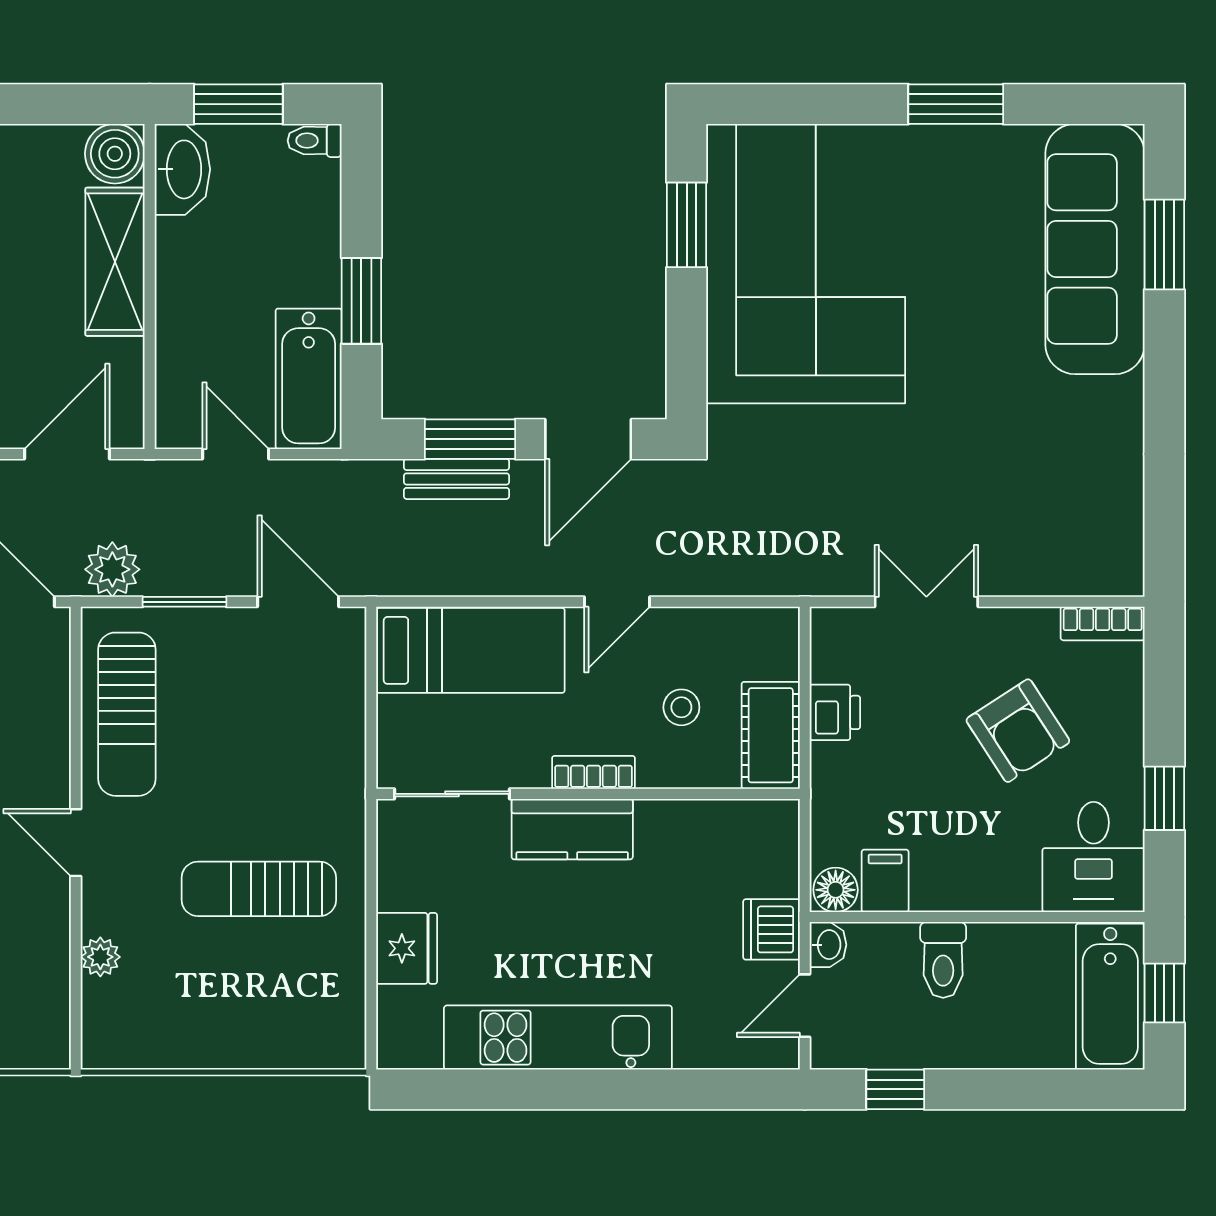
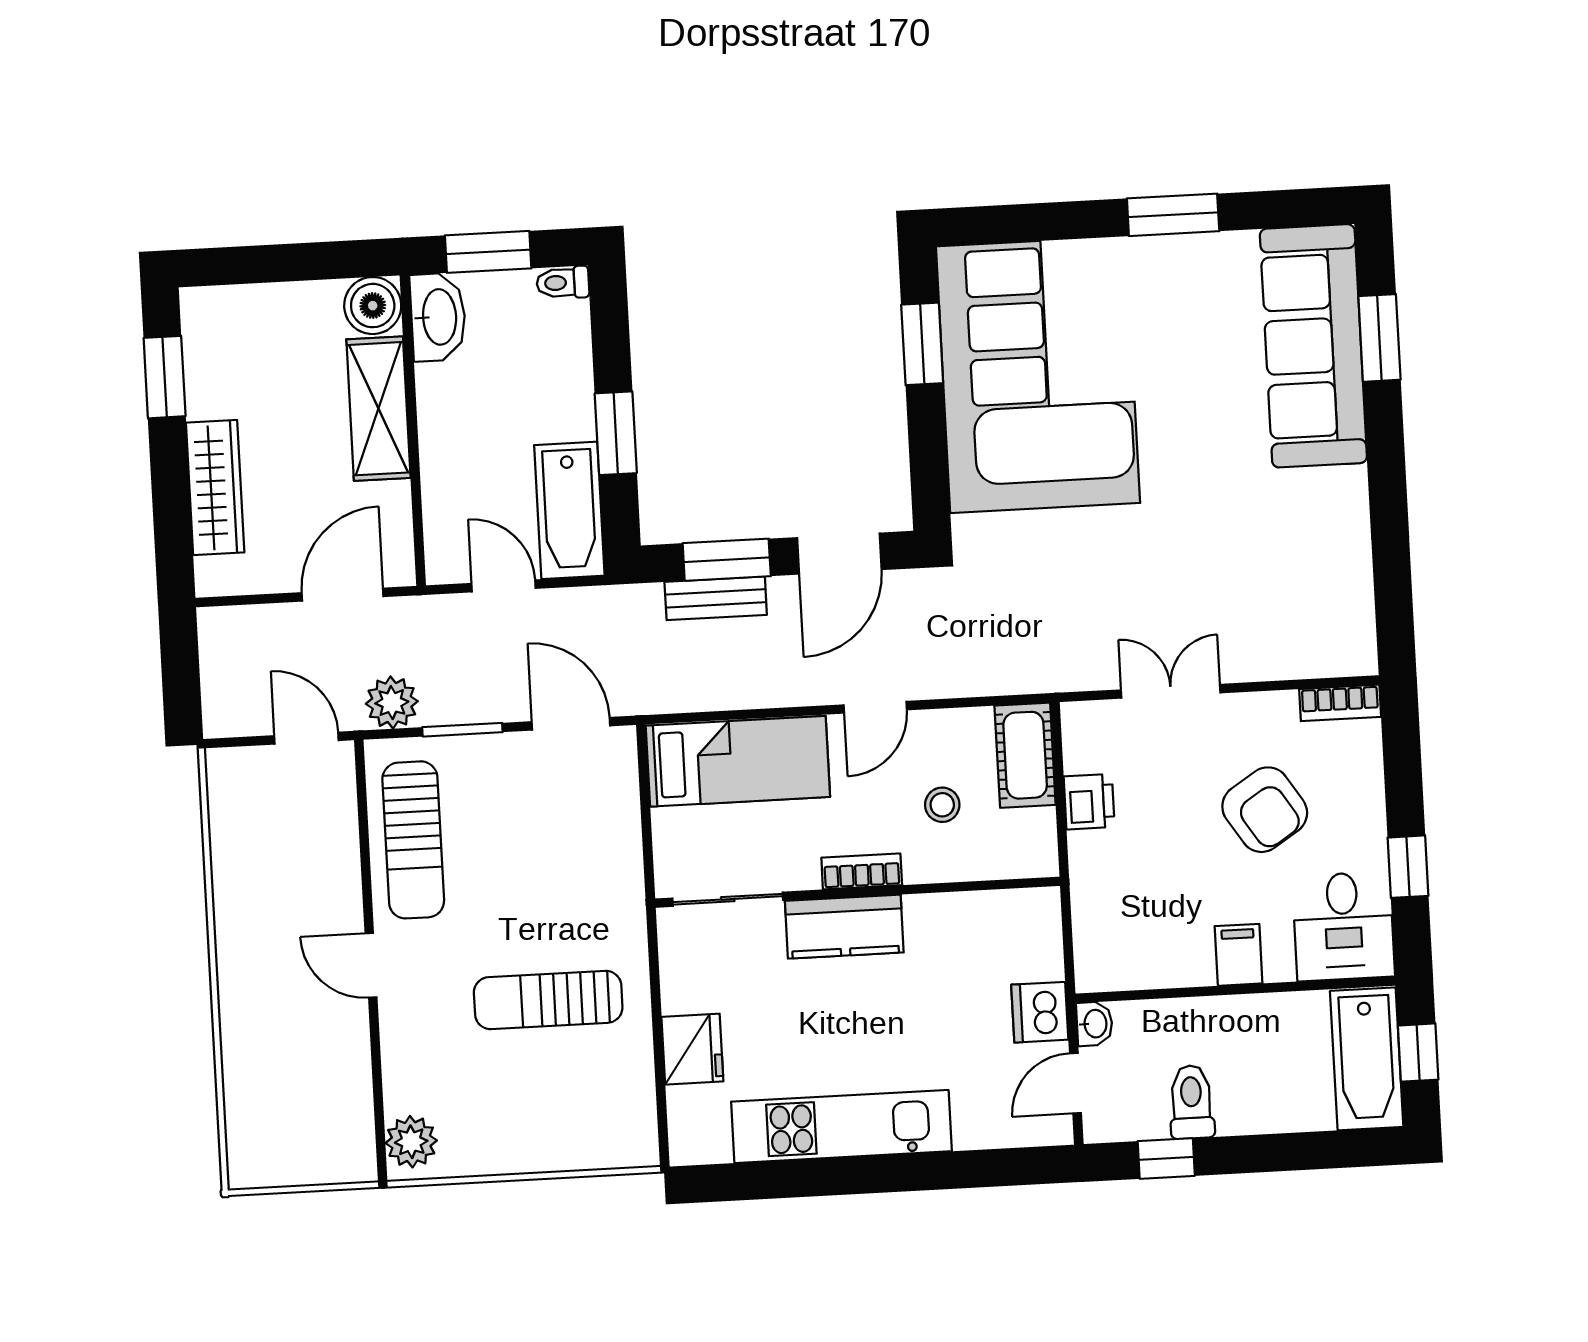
cot: (771, 735) -> (1025, 755), moved
filing cabinet: (885, 881) -> (1239, 955), moved
floor lamp: (836, 890) -> (1099, 971), removed
plant: (100, 957) -> (411, 1142), moved, width x1.38, depth x1.38
toilet: (943, 960) -> (1191, 1102), moved, turned 180

